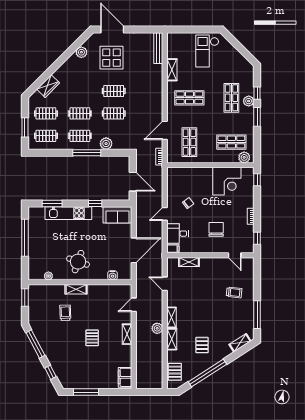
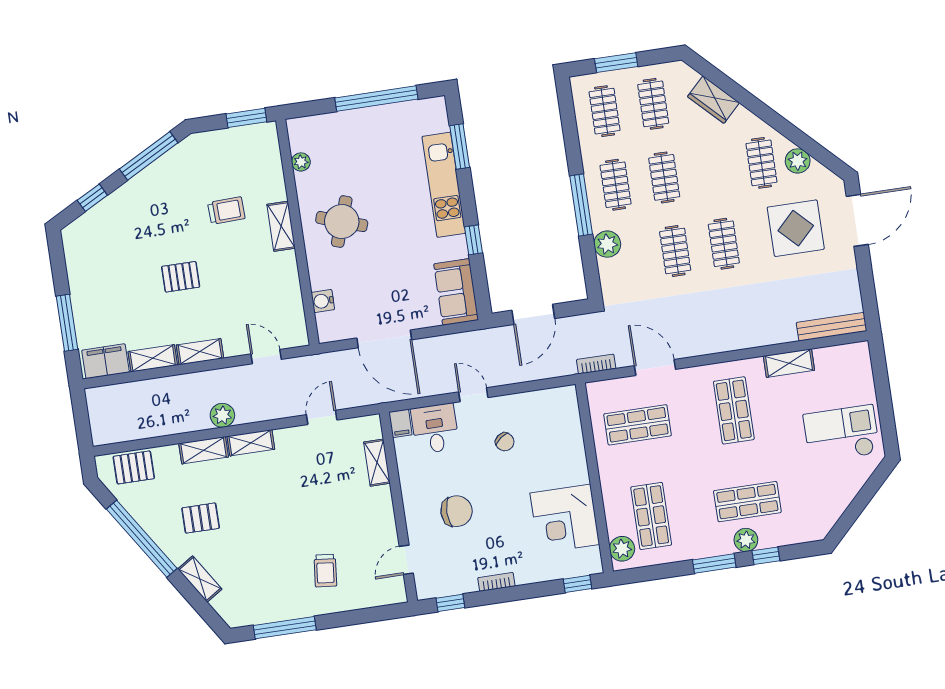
clothes rail: (80, 69) -> (761, 163), added
shelving: (240, 343) -> (200, 579), moved
shelving: (127, 356) -> (153, 358), added
window: (86, 392) -> (67, 323), moved

